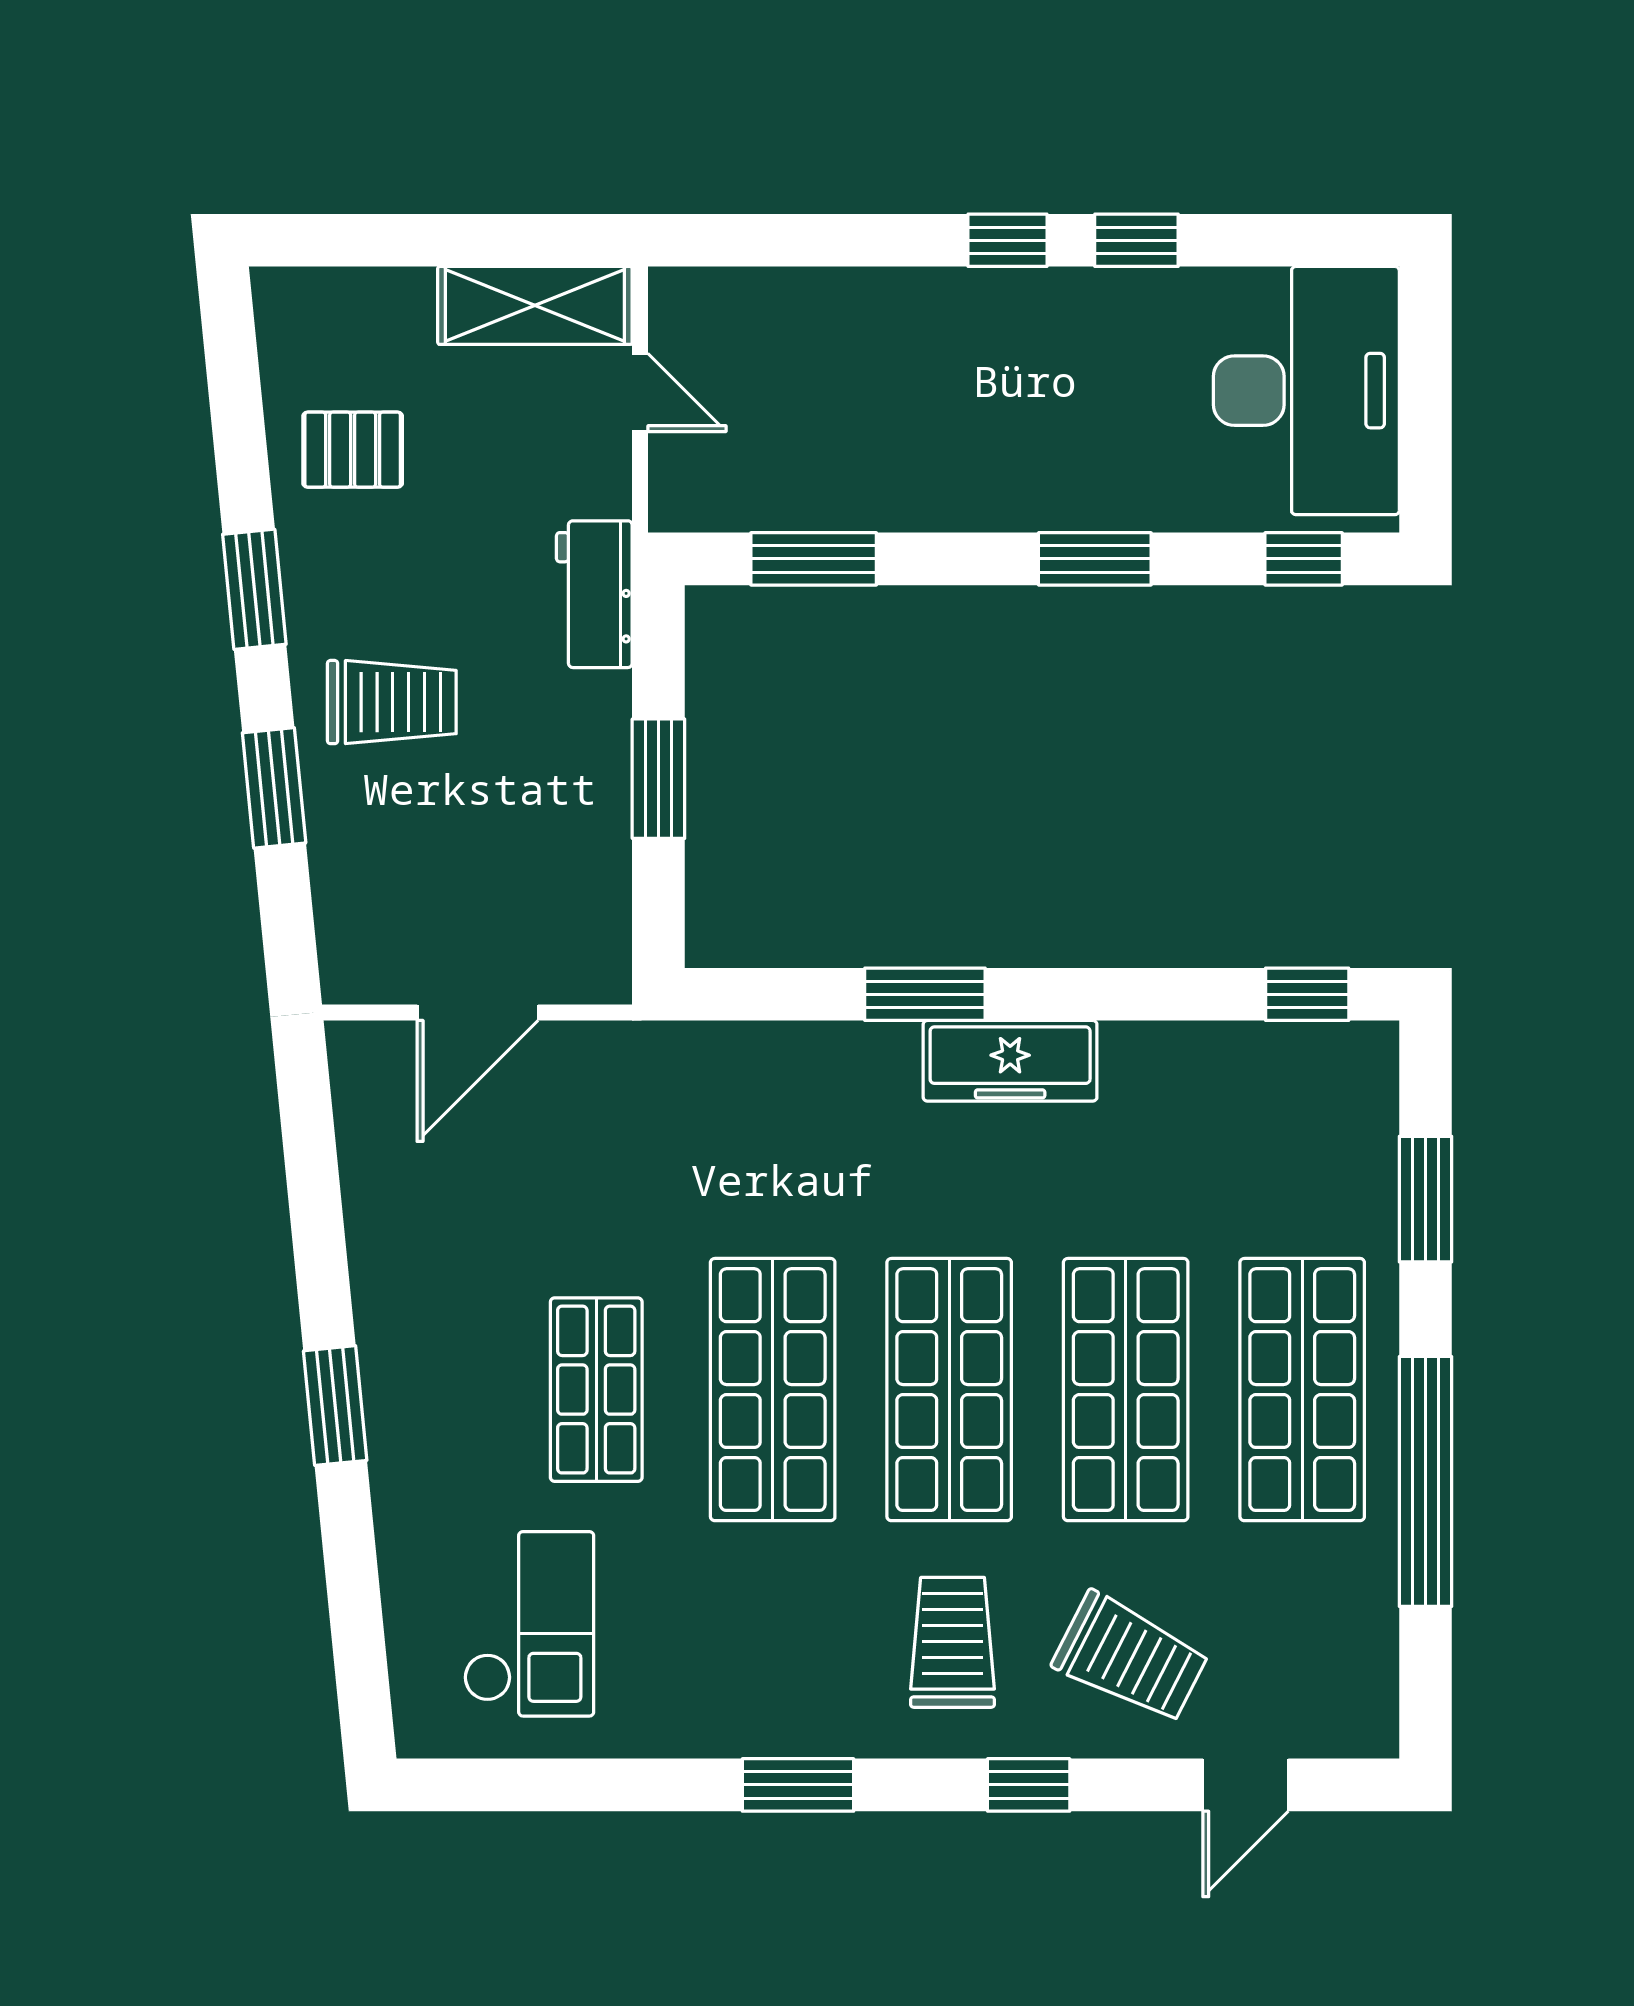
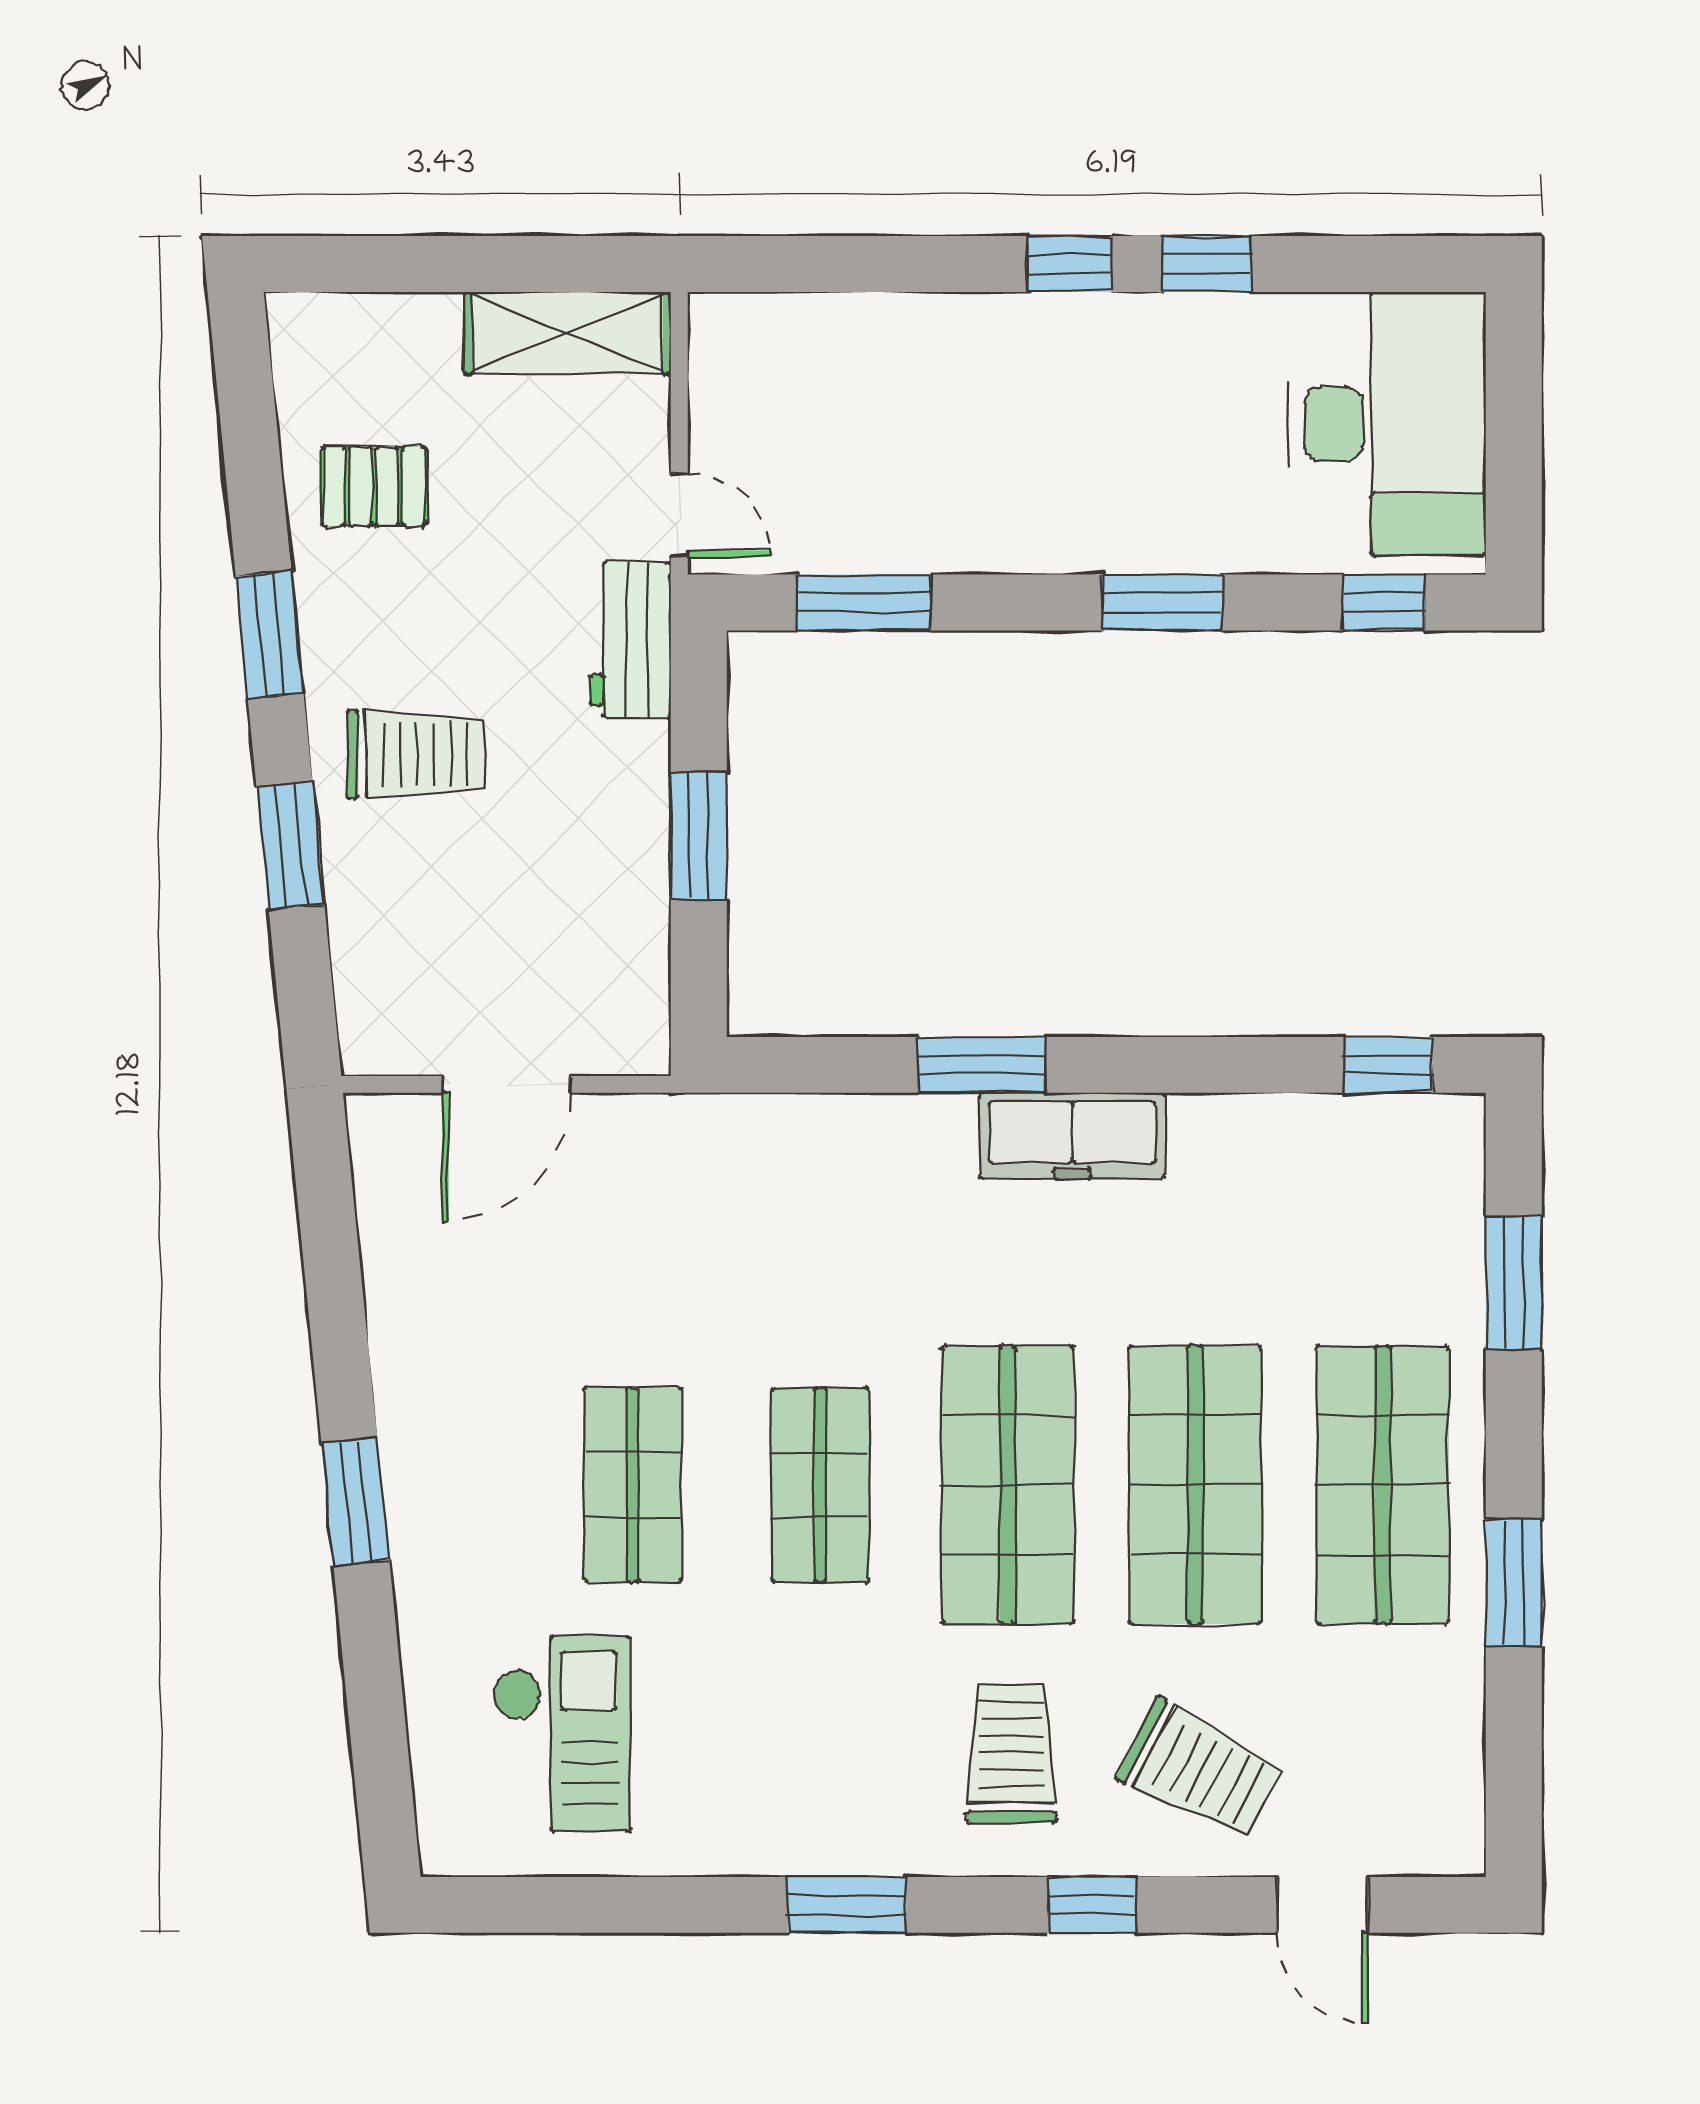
door: (640, 393) -> (679, 515), moved
shop shelf: (773, 1390) -> (820, 1485), width x0.70, depth x0.74
window: (1426, 1481) -> (1514, 1582), width x0.47
door: (1246, 1785) -> (1322, 1905), hinge flipped

